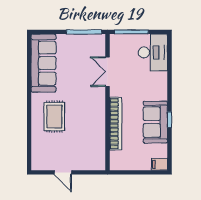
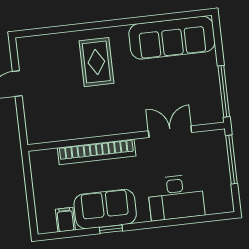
desk: (153, 52) -> (176, 197), moved
rug: (54, 117) -> (96, 62), turned 90
filing cabinet: (159, 164) -> (65, 220), moved

